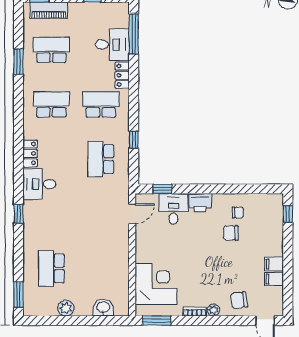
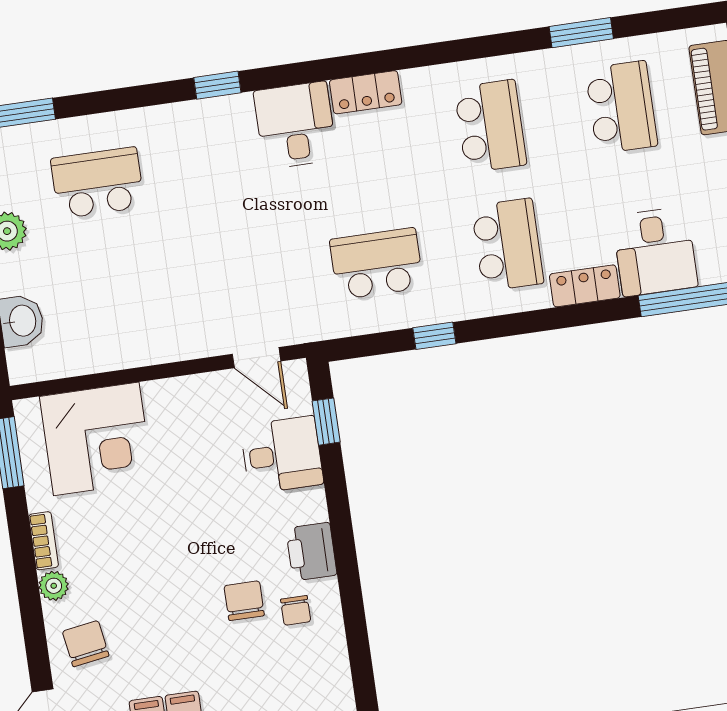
printer: (200, 203) -> (311, 552), moved

